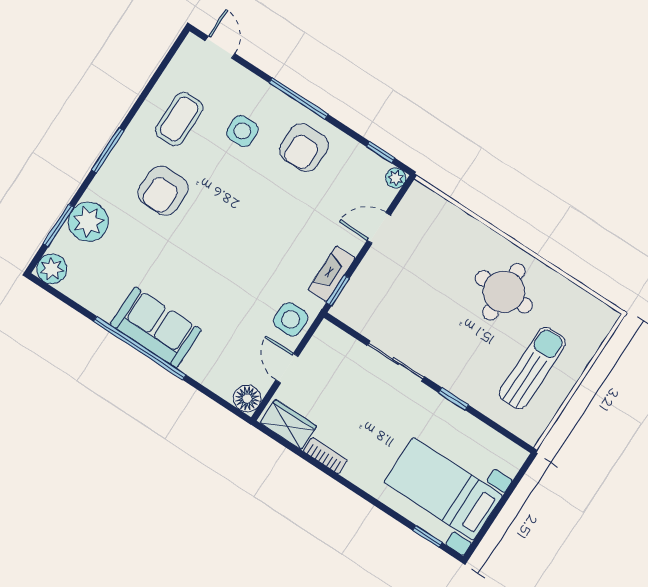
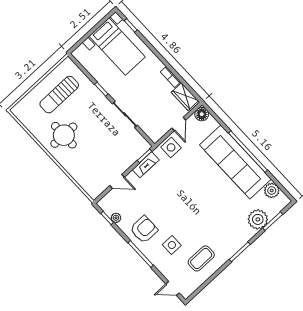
door: (220, 47) -> (173, 288), hinge flipped
plant: (396, 178) -> (116, 218), moved
armchair: (163, 191) -> (218, 226), removed
plant: (52, 269) -> (272, 190), moved
sofa: (156, 327) -> (235, 162), width x1.85, depth x1.27

